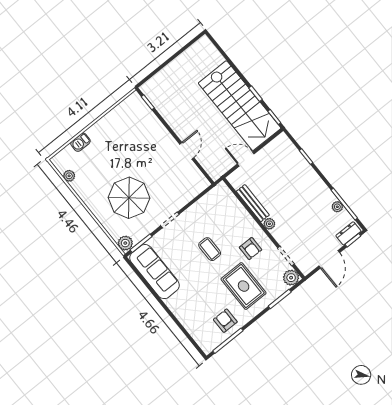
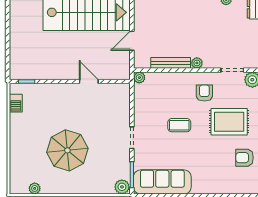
barbecue: (80, 142) -> (16, 103), moved
plant: (222, 188) -> (139, 78), added
parasol: (129, 198) -> (67, 150), moved
armchair: (250, 249) -> (204, 93), turned -90

